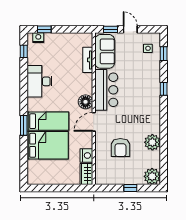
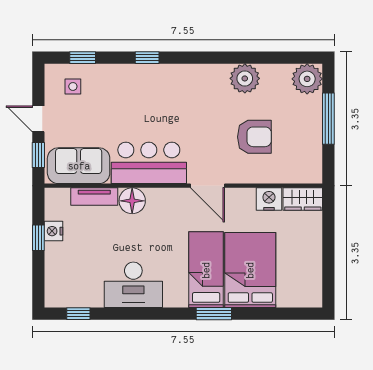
window: (44, 29) -> (38, 238), moved
door: (130, 29) -> (38, 119), hinge flipped
nightstand: (38, 38) -> (53, 231), moved
floor lamp: (85, 102) -> (132, 201), moved
window: (130, 188) -> (328, 119), width x2.17

